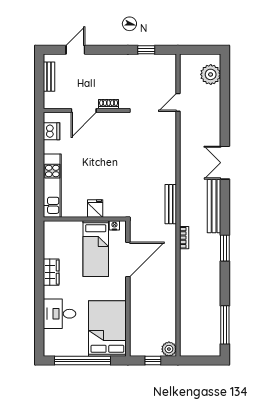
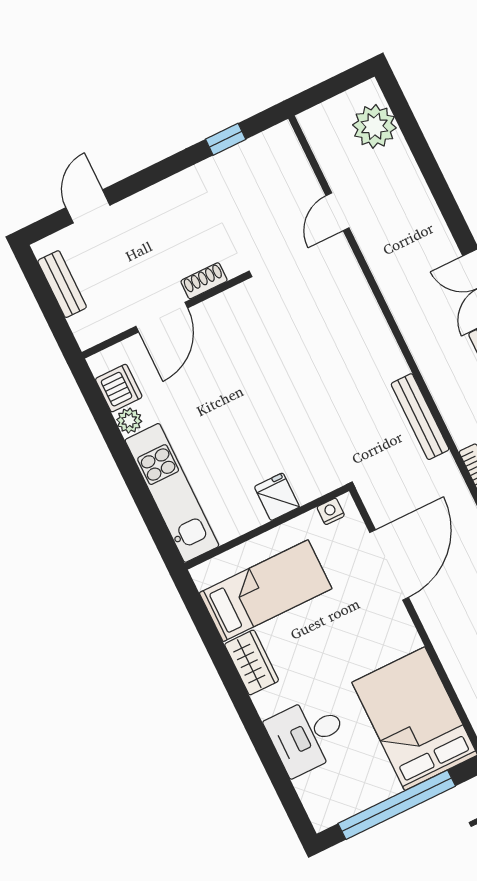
plant: (49, 147) -> (129, 421), added
bed: (96, 249) -> (266, 591), moved, turned -90

